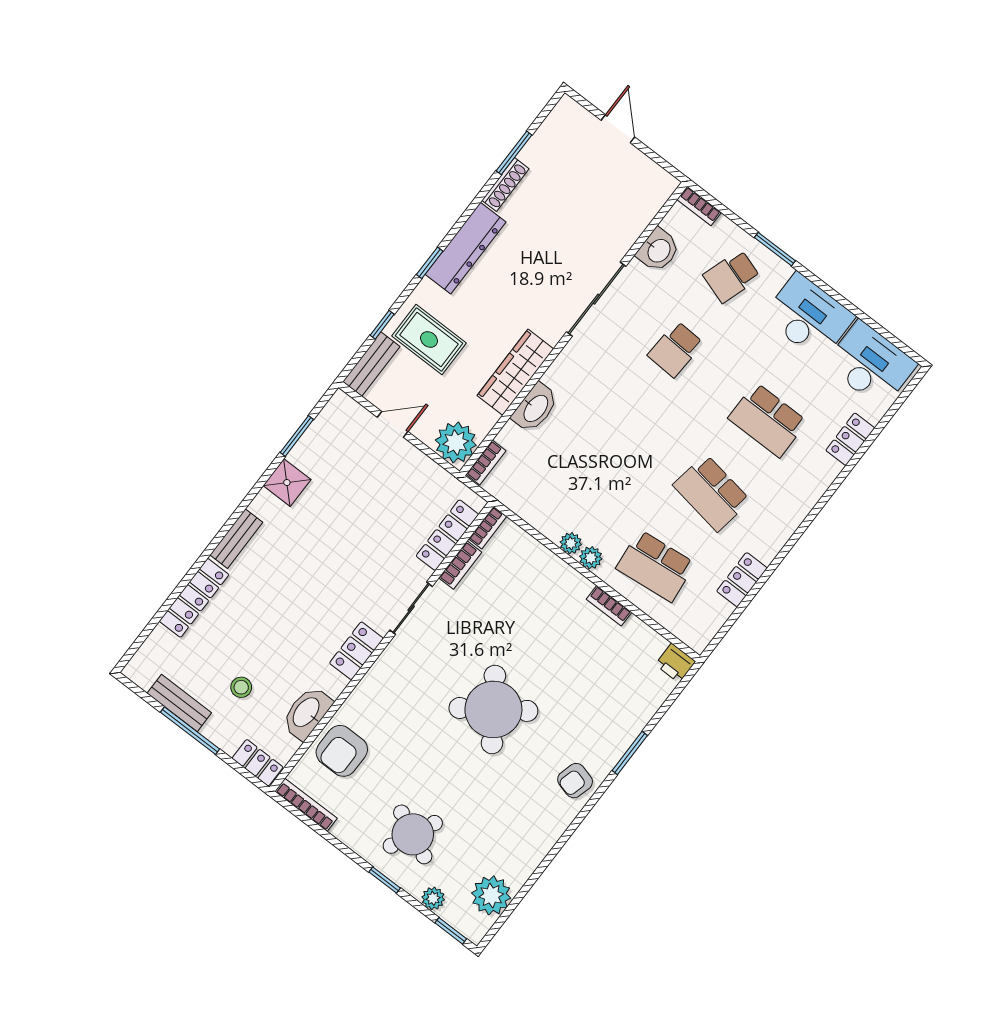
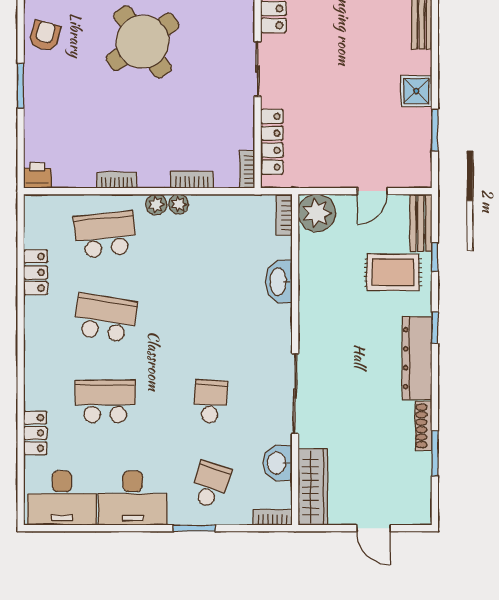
wardrobe: (515, 372) -> (313, 487), moved
bookcase: (460, 565) -> (192, 180), moved, turned 90

